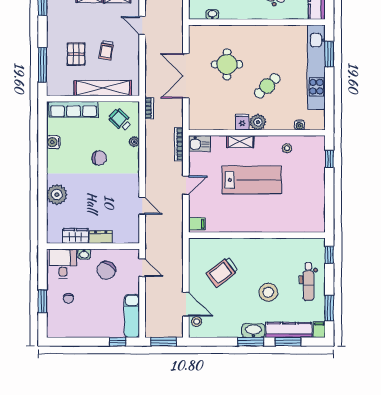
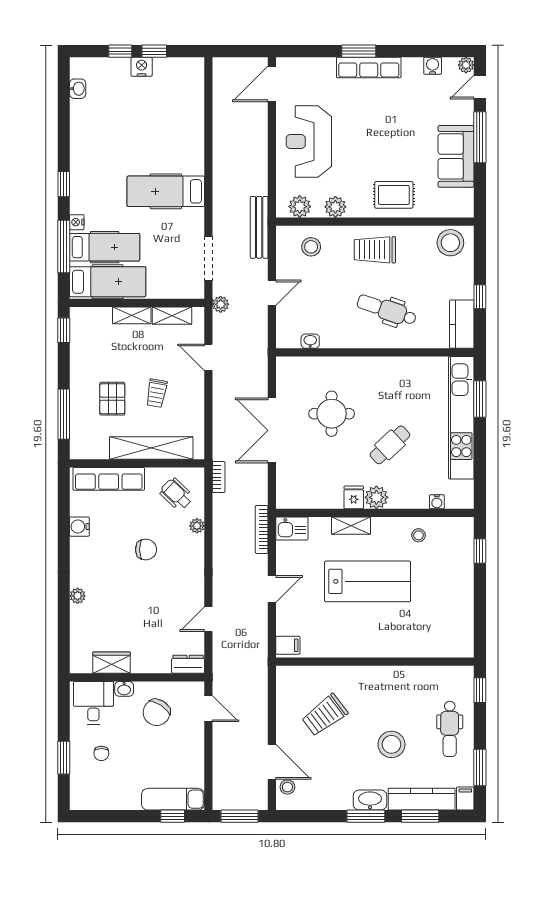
plant: (57, 195) -> (78, 596), width x0.53, depth x0.53
door: (142, 206) -> (208, 619), swing flipped
dresser: (101, 237) -> (188, 664), moved
exam couch: (132, 316) -> (173, 799), moved, turned 90

